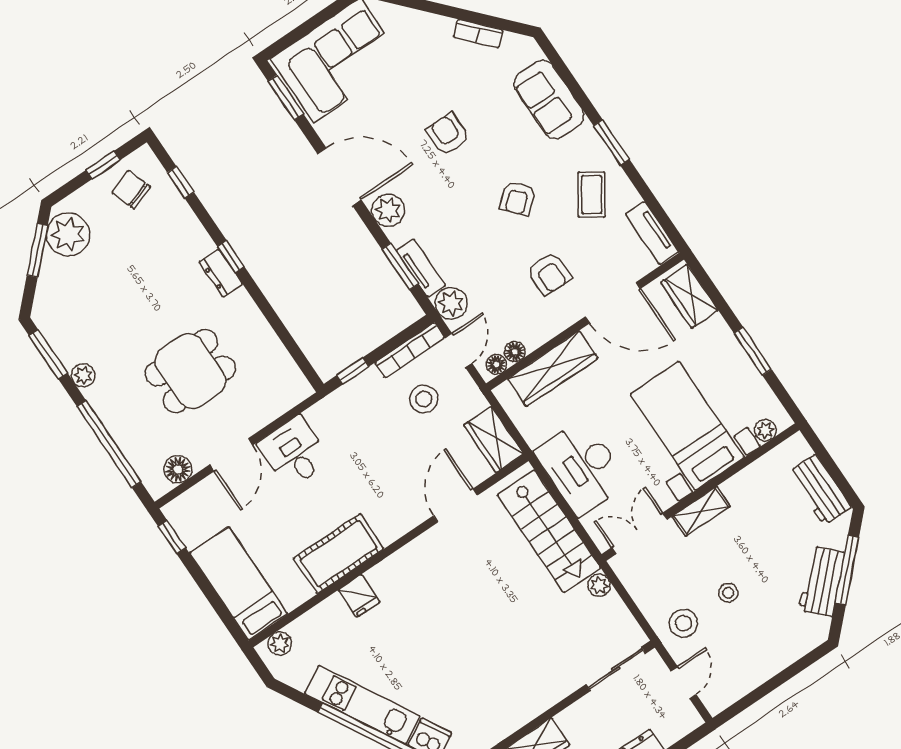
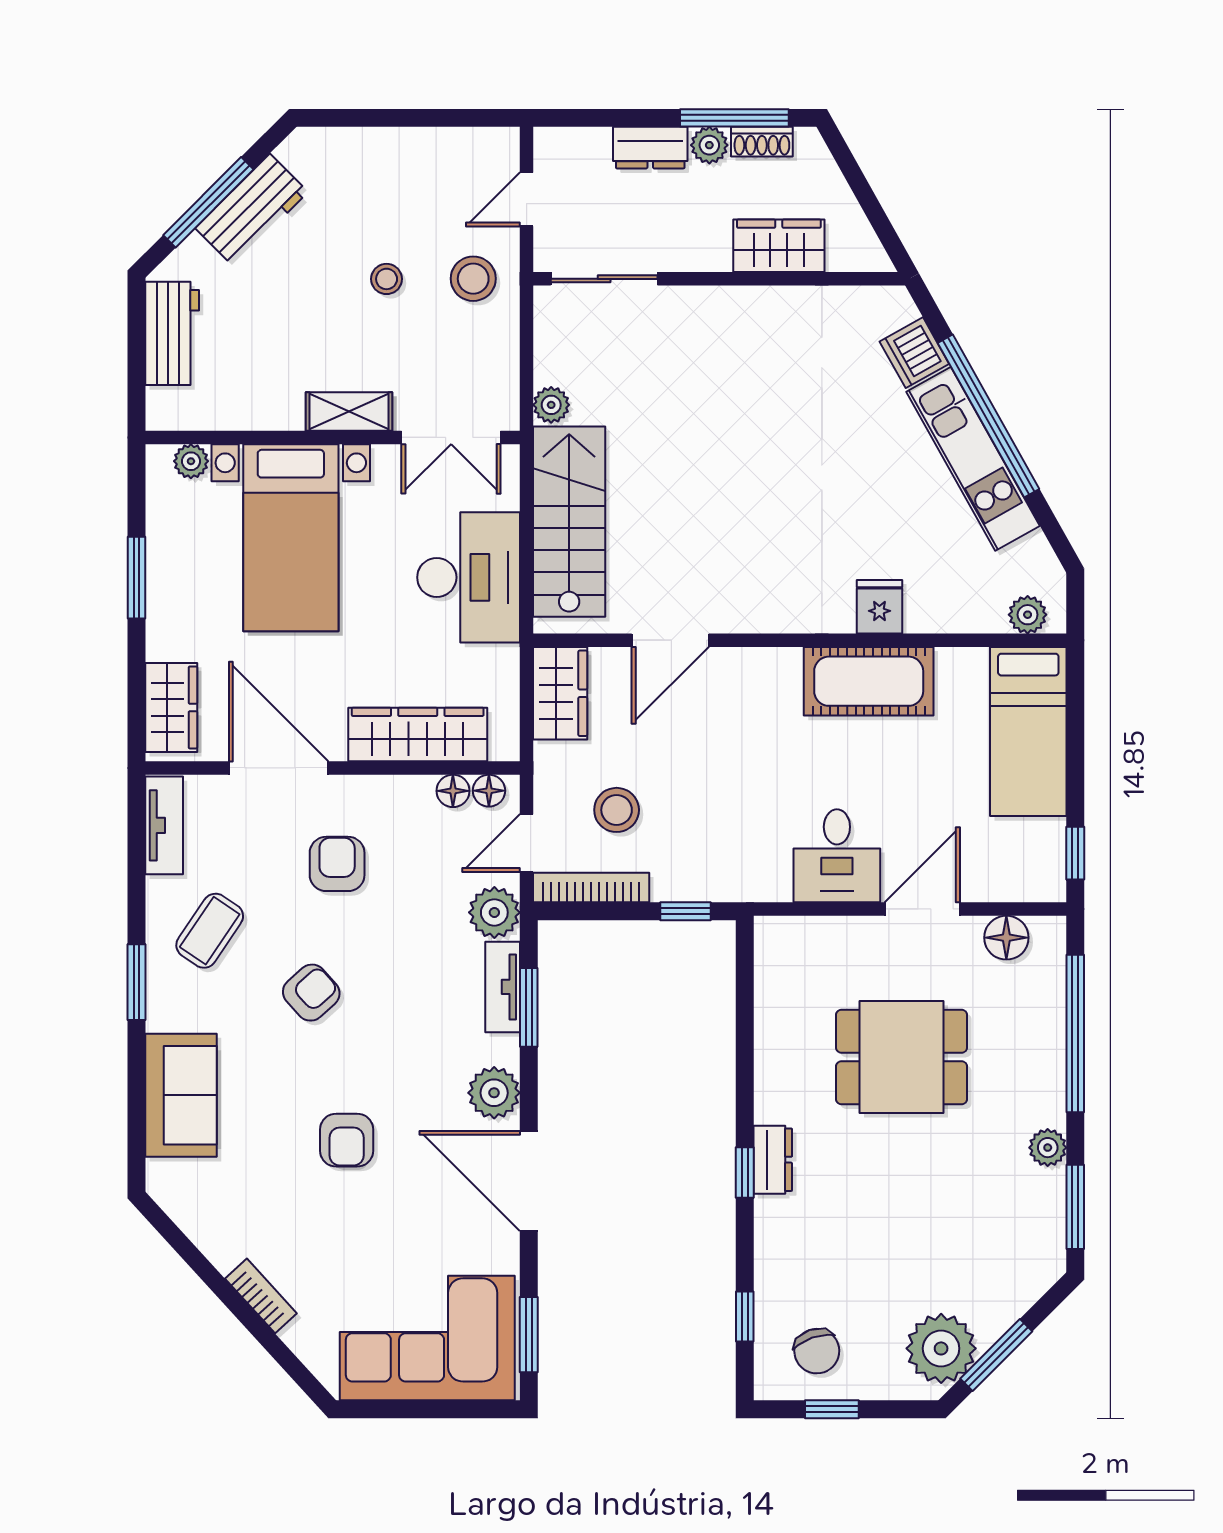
bookcase: (478, 34) -> (261, 1296), moved

